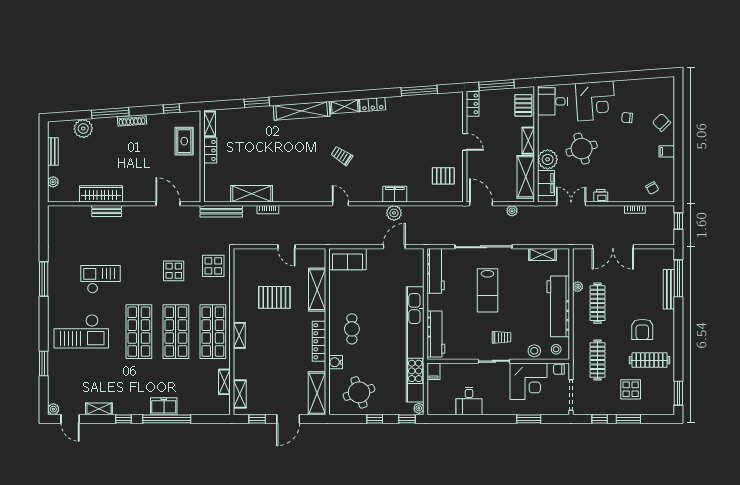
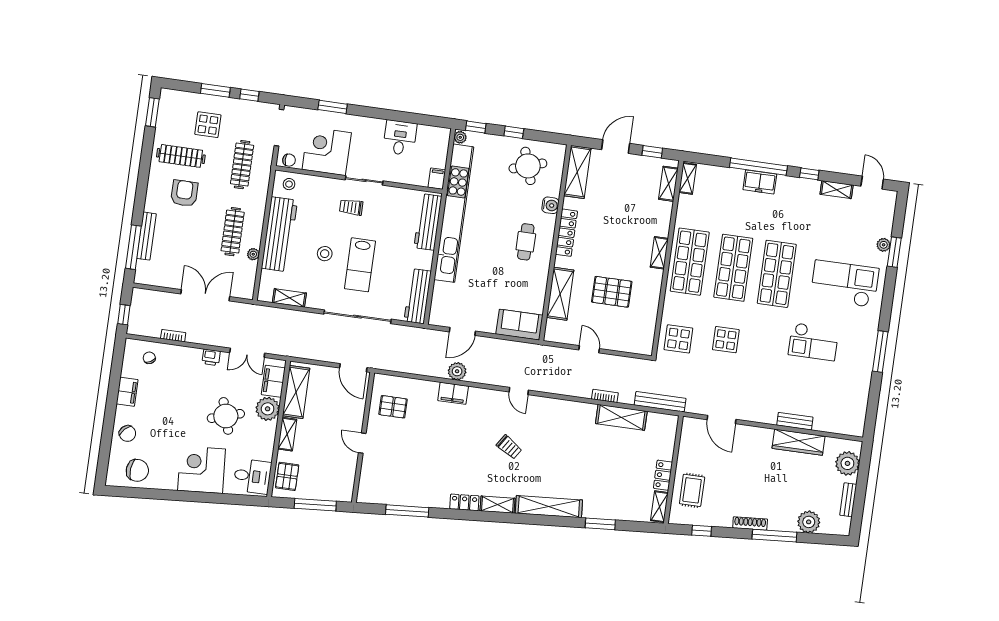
locker: (473, 104) -> (347, 487), removed
chair: (627, 118) -> (137, 470), moved, width x1.87, depth x1.87
filing cabinet: (667, 151) -> (127, 392), width x2.00
plant: (53, 182) -> (847, 463), width x1.87, depth x1.87
plant: (512, 211) -> (318, 354), removed
lab bench: (487, 290) -> (360, 265), turned 180
stool: (534, 351) -> (325, 254), moved
shelving: (224, 382) -> (688, 178), moved
plant: (53, 409) -> (884, 245), moved

